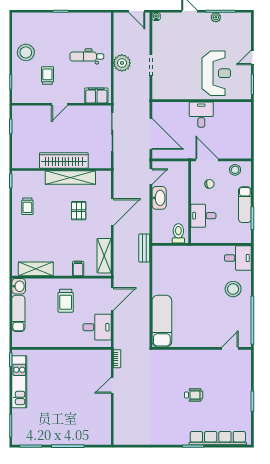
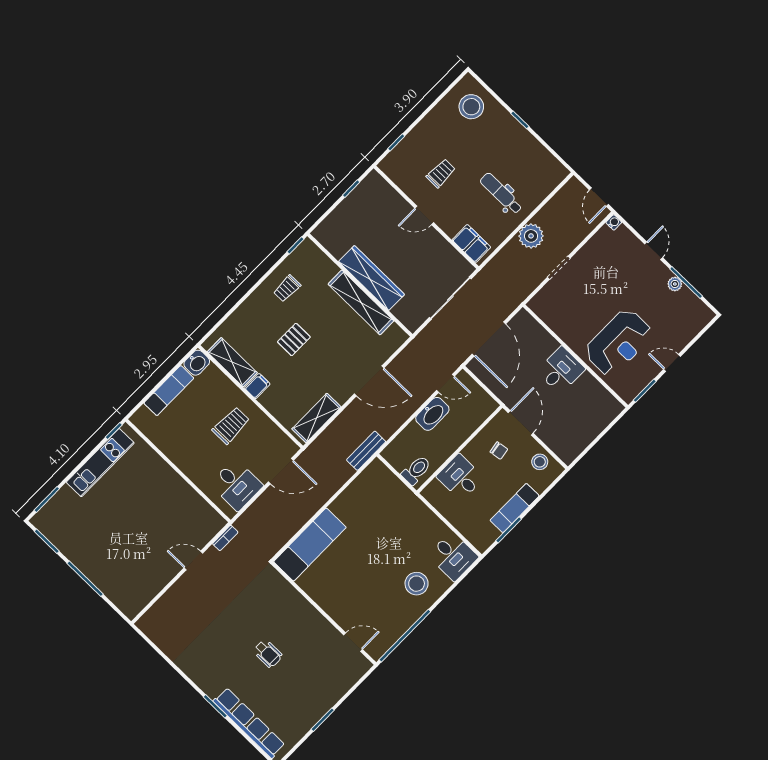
stool: (26, 52) -> (471, 107), moved
pallet: (79, 211) -> (294, 339), moved
filing cabinet: (78, 269) -> (257, 386), moved
trolley: (66, 301) -> (231, 425), turned 180

